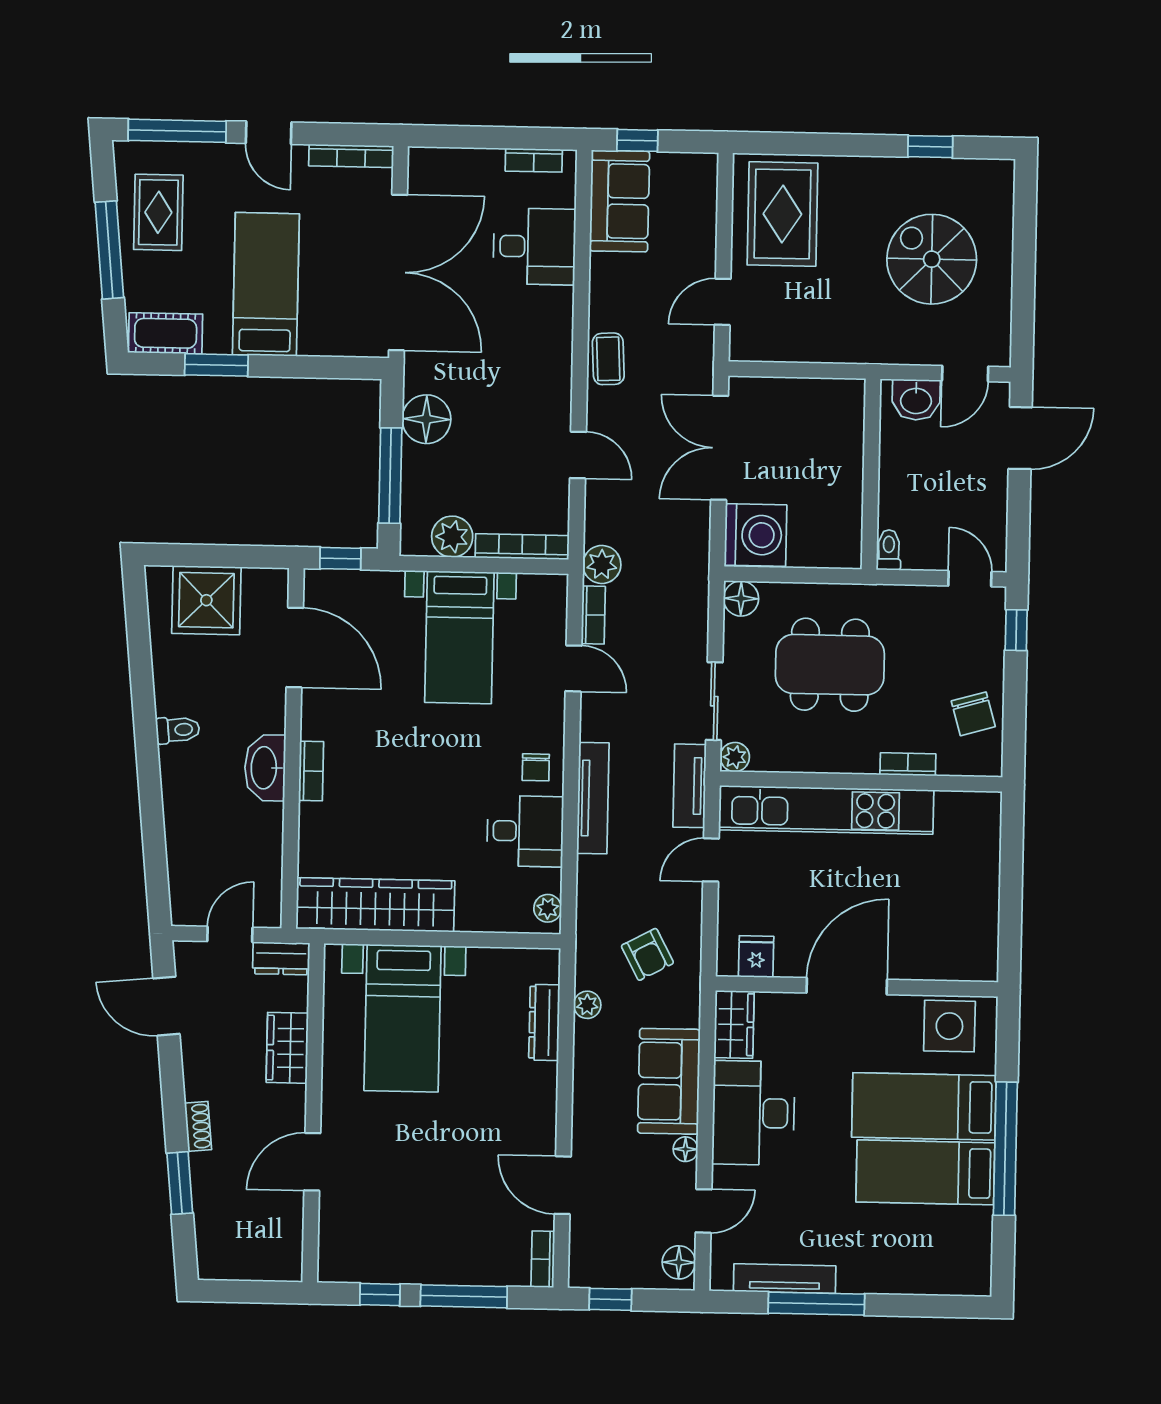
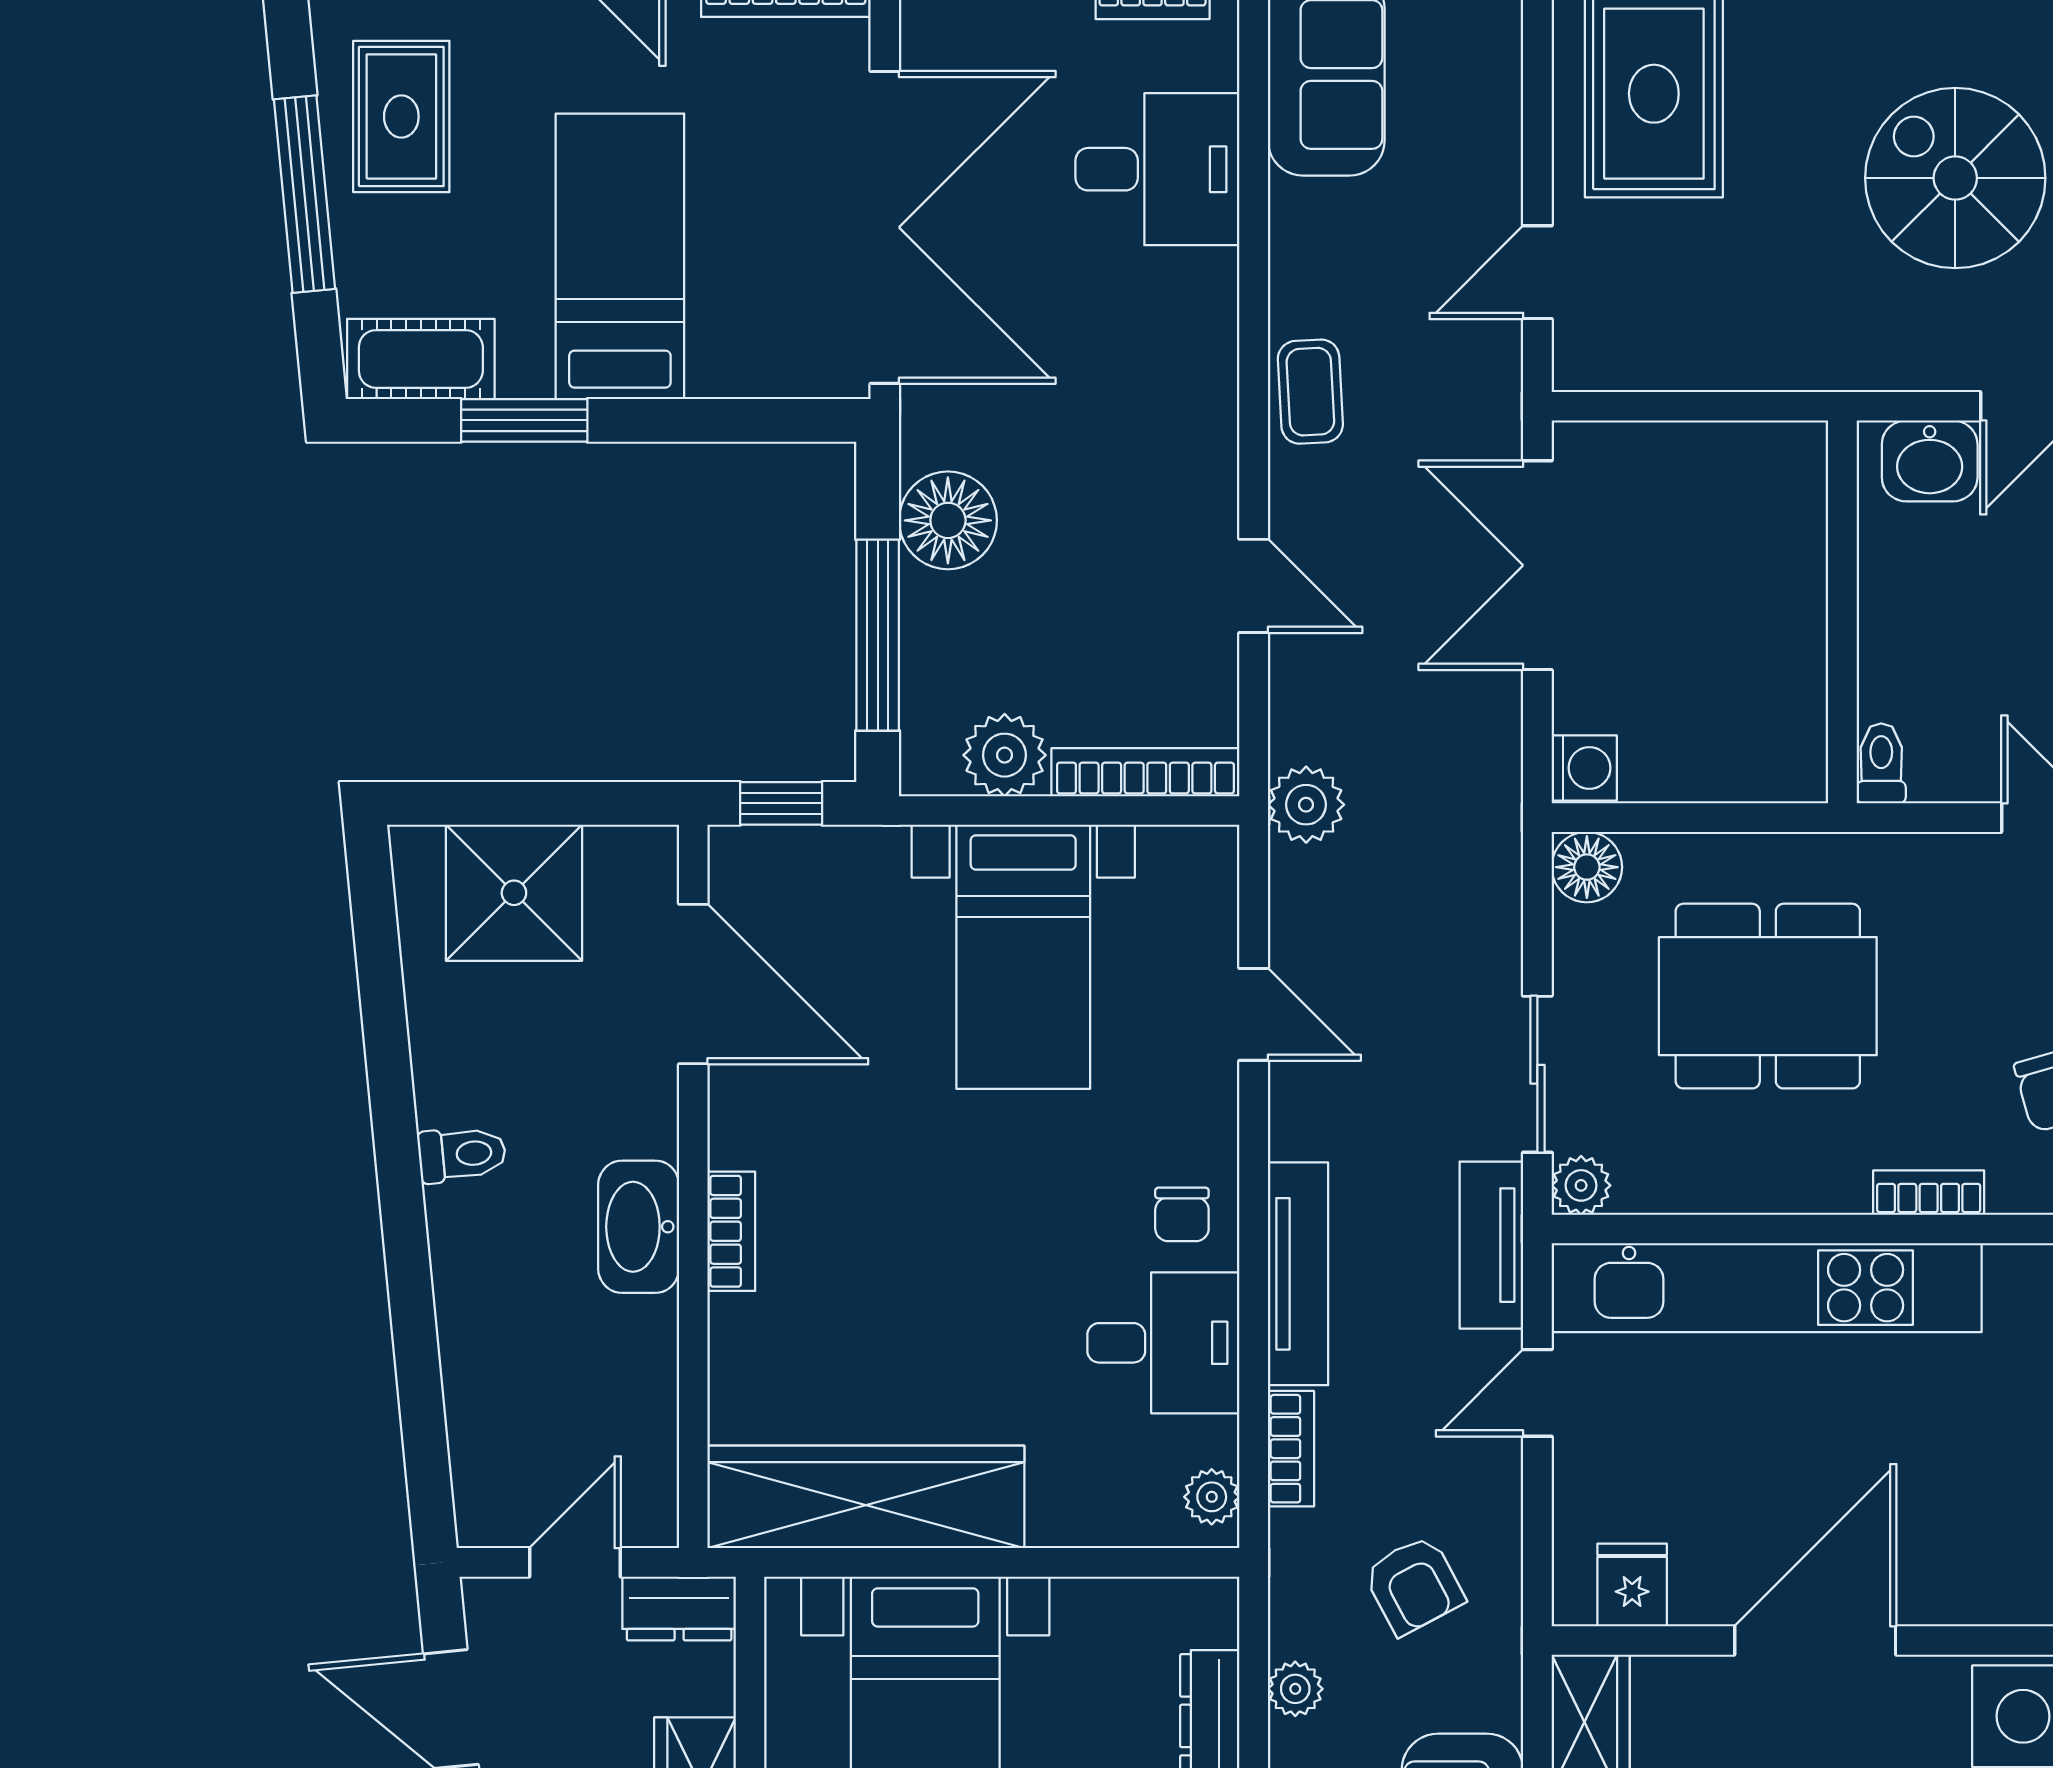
washing machine: (756, 535) -> (1584, 768), width x0.53, depth x0.53
bookcase: (593, 615) -> (1291, 1449), moved

